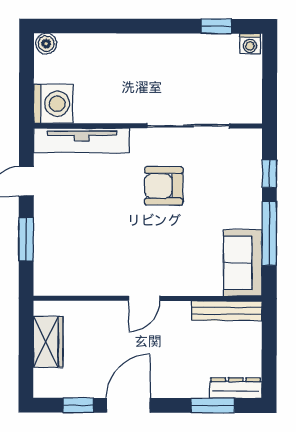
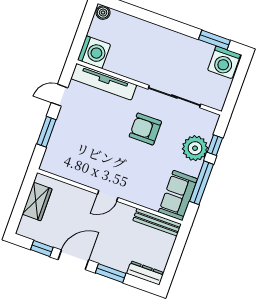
window: (216, 26) -> (214, 40), width x1.50
washing machine: (250, 44) -> (224, 62), width x1.89, depth x1.89
plant: (243, 188) -> (195, 148), added
window: (213, 406) -> (111, 273), moved

